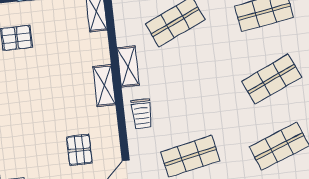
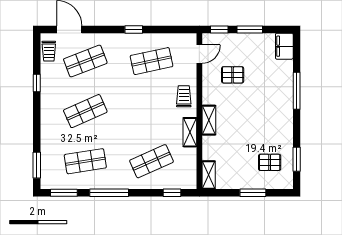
pallet: (79, 150) -> (233, 75), turned 90

